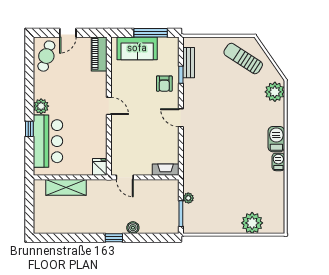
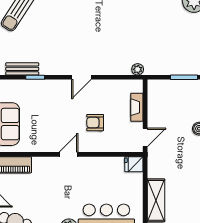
armchair: (164, 84) -> (95, 123), moved, turned 180
fireplace: (166, 170) -> (137, 107), moved
plant: (188, 198) -> (138, 69), moved

